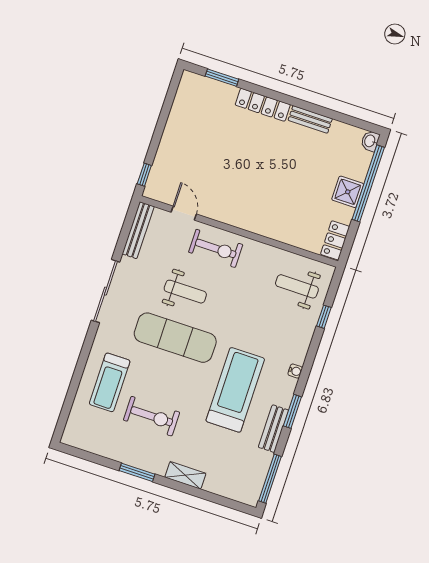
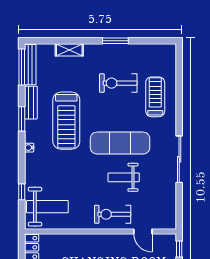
bench: (138, 230) -> (30, 65), moved
weight bench: (297, 286) -> (47, 207), width x1.36, depth x1.33
shelving: (185, 475) -> (69, 50), moved

